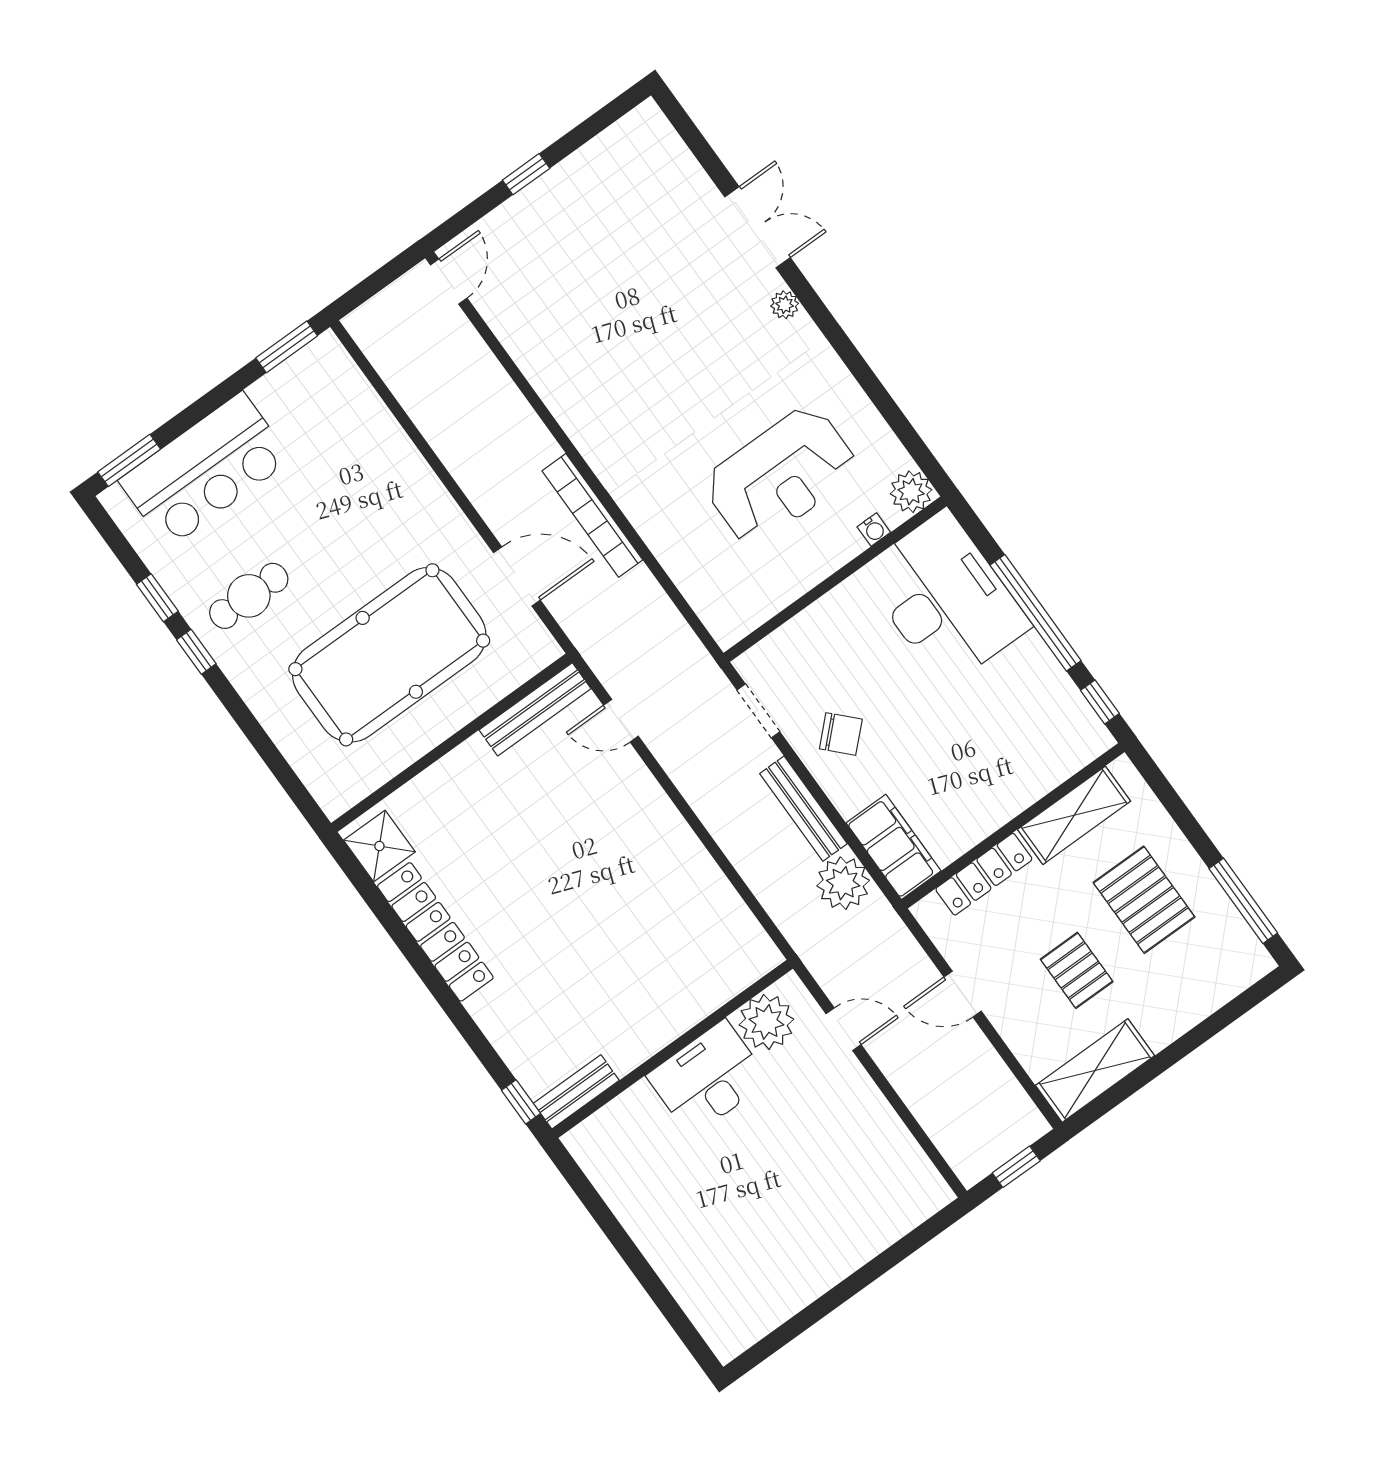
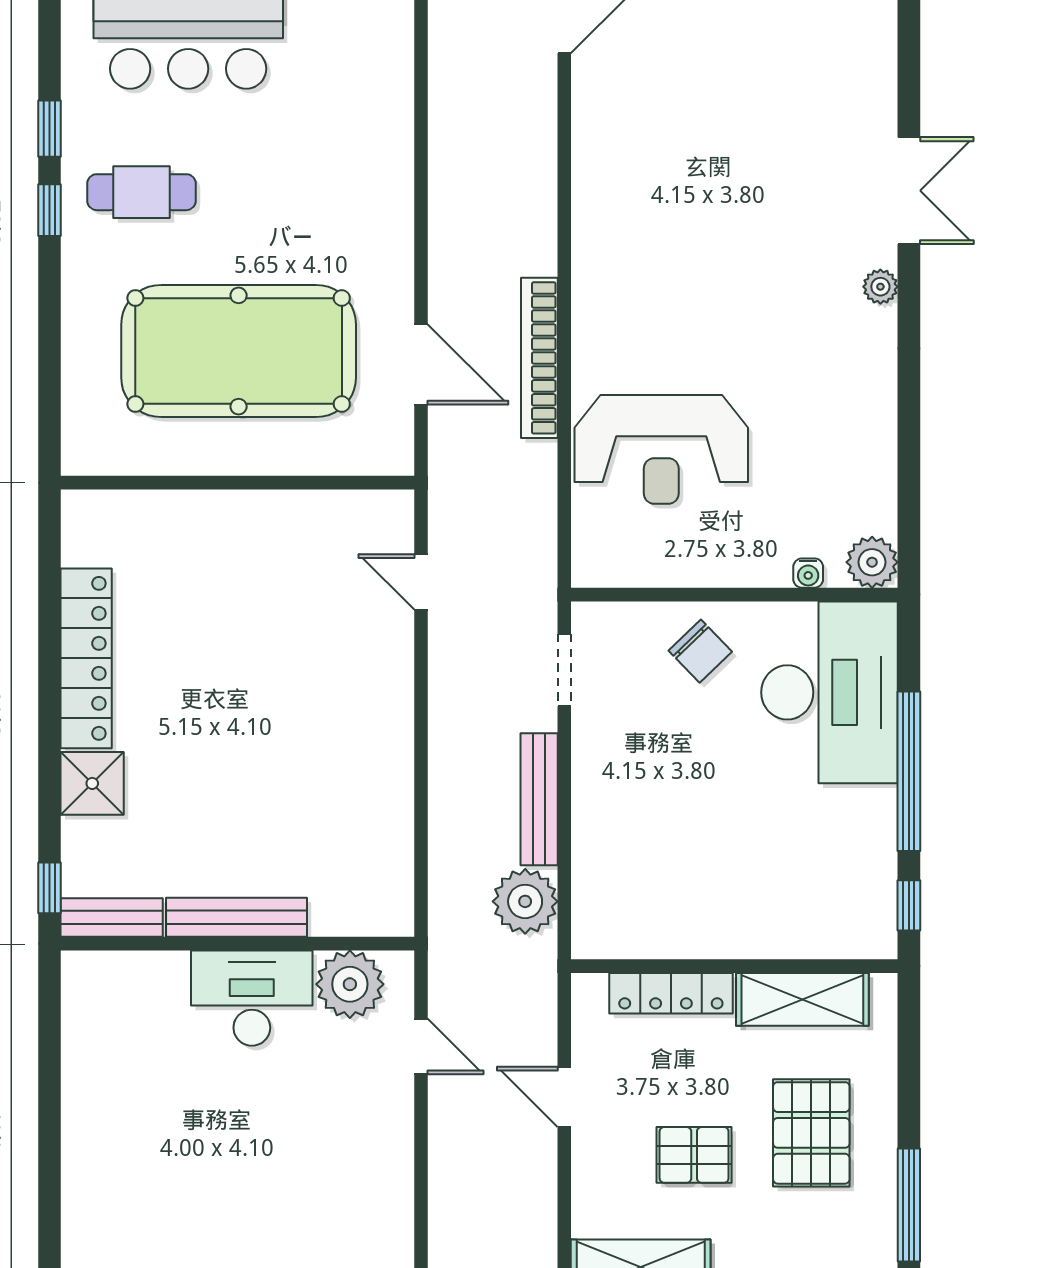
reception desk: (781, 476) -> (661, 449), moved
bench: (535, 709) -> (236, 917), moved
chair: (841, 734) -> (700, 651), moved
shower: (379, 846) -> (92, 783), moved
filing cabinet: (894, 847) -> (601, 902), removed
pallet: (1077, 970) -> (694, 1155), turned 90

